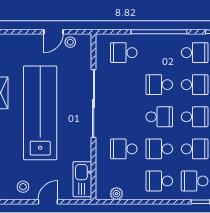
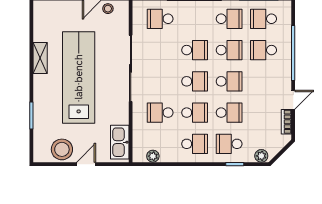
school desk: (159, 85) -> (195, 50), turned 180
school desk: (159, 149) -> (195, 113), turned 180
school desk: (159, 181) -> (195, 144), turned 180
stool: (23, 187) -> (62, 149), width x1.89, depth x1.89

